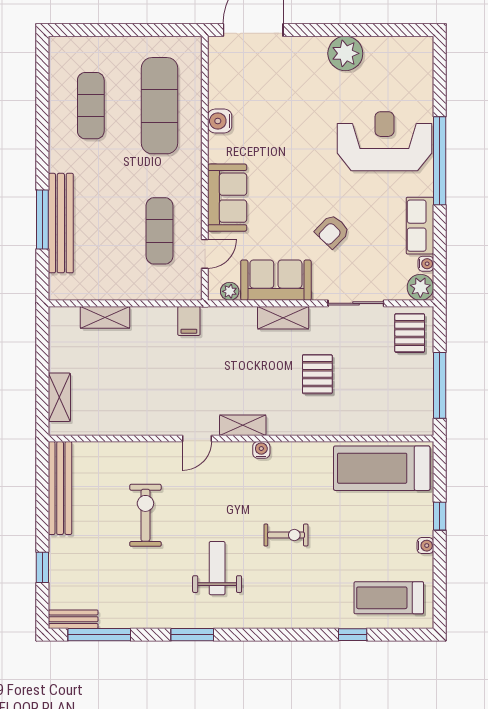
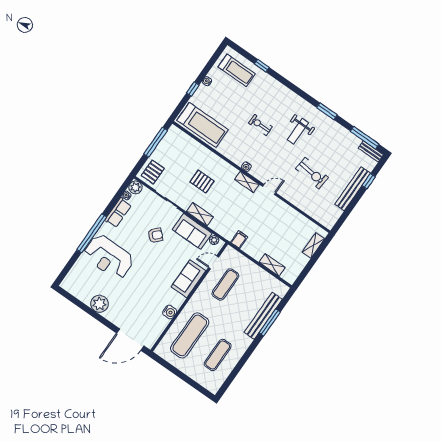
pallet: (317, 374) -> (202, 181), turned 90
bench: (60, 488) -> (353, 189), moved
exercise bike: (145, 515) -> (312, 173), turned -84

